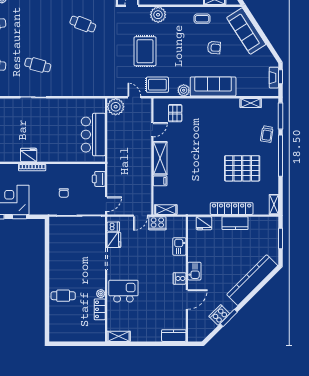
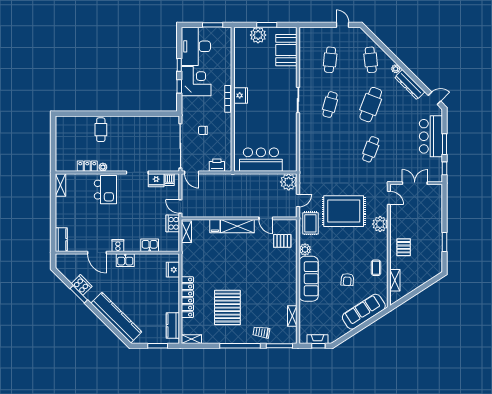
cafe table: (38, 24) -> (371, 105), added
rug: (145, 51) -> (344, 211), width x1.37, depth x1.44
kitchen counter: (235, 223) -> (173, 326), moved

